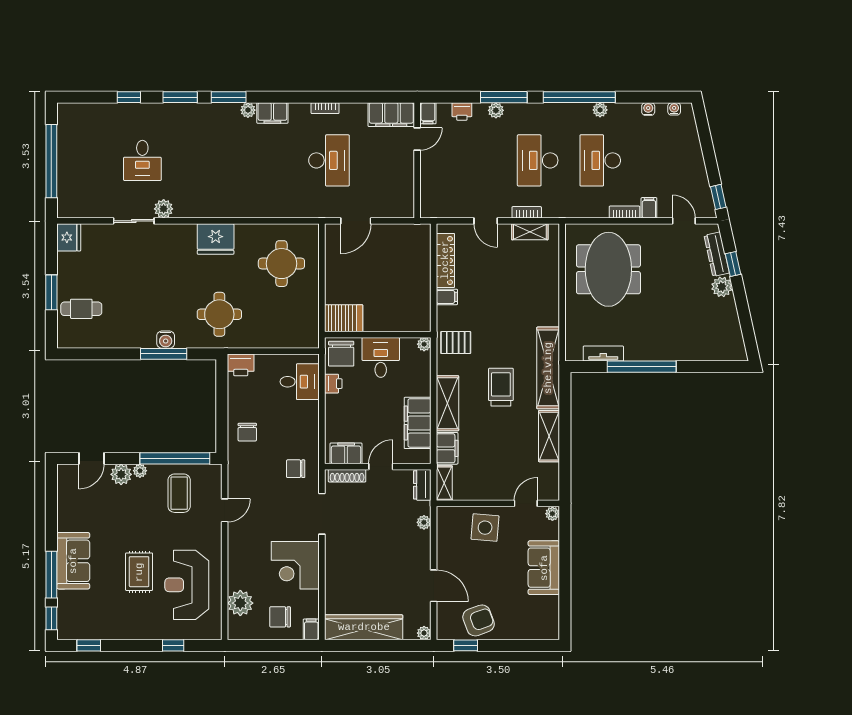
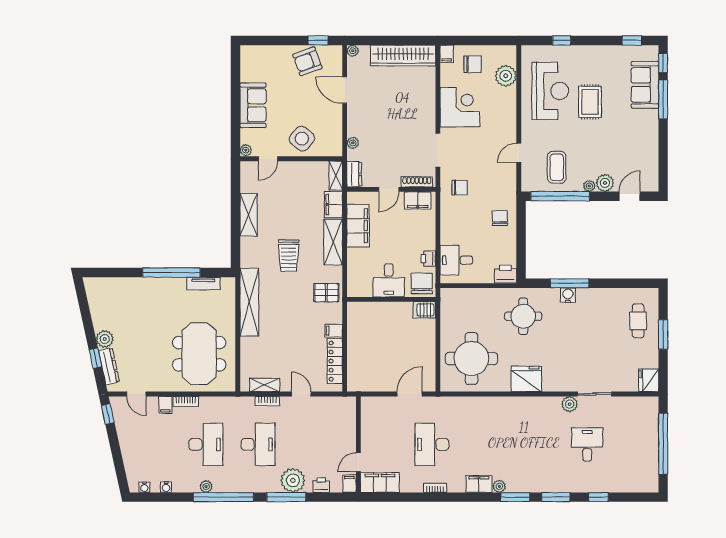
plant: (496, 110) -> (293, 480), width x1.87, depth x1.87
round table: (281, 264) -> (471, 359), width x1.36, depth x1.36
cafe table: (81, 309) -> (638, 321), turned 90
server rack: (344, 318) -> (424, 310), width x0.73, depth x0.70
plant: (424, 344) -> (353, 291), removed
shelving: (548, 368) -> (249, 302), moved
side table: (485, 528) -> (302, 139), turned 34
sofa: (73, 561) -> (645, 85), moved

